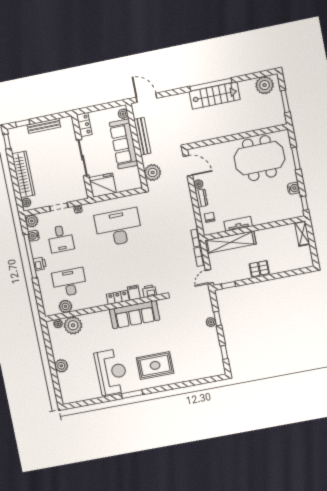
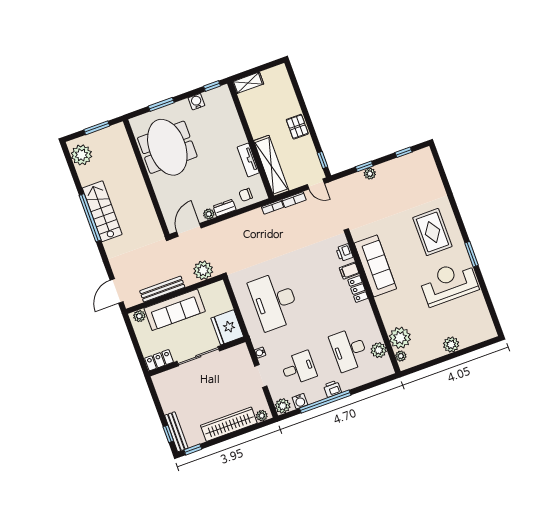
bench: (44, 126) -> (176, 432), moved

